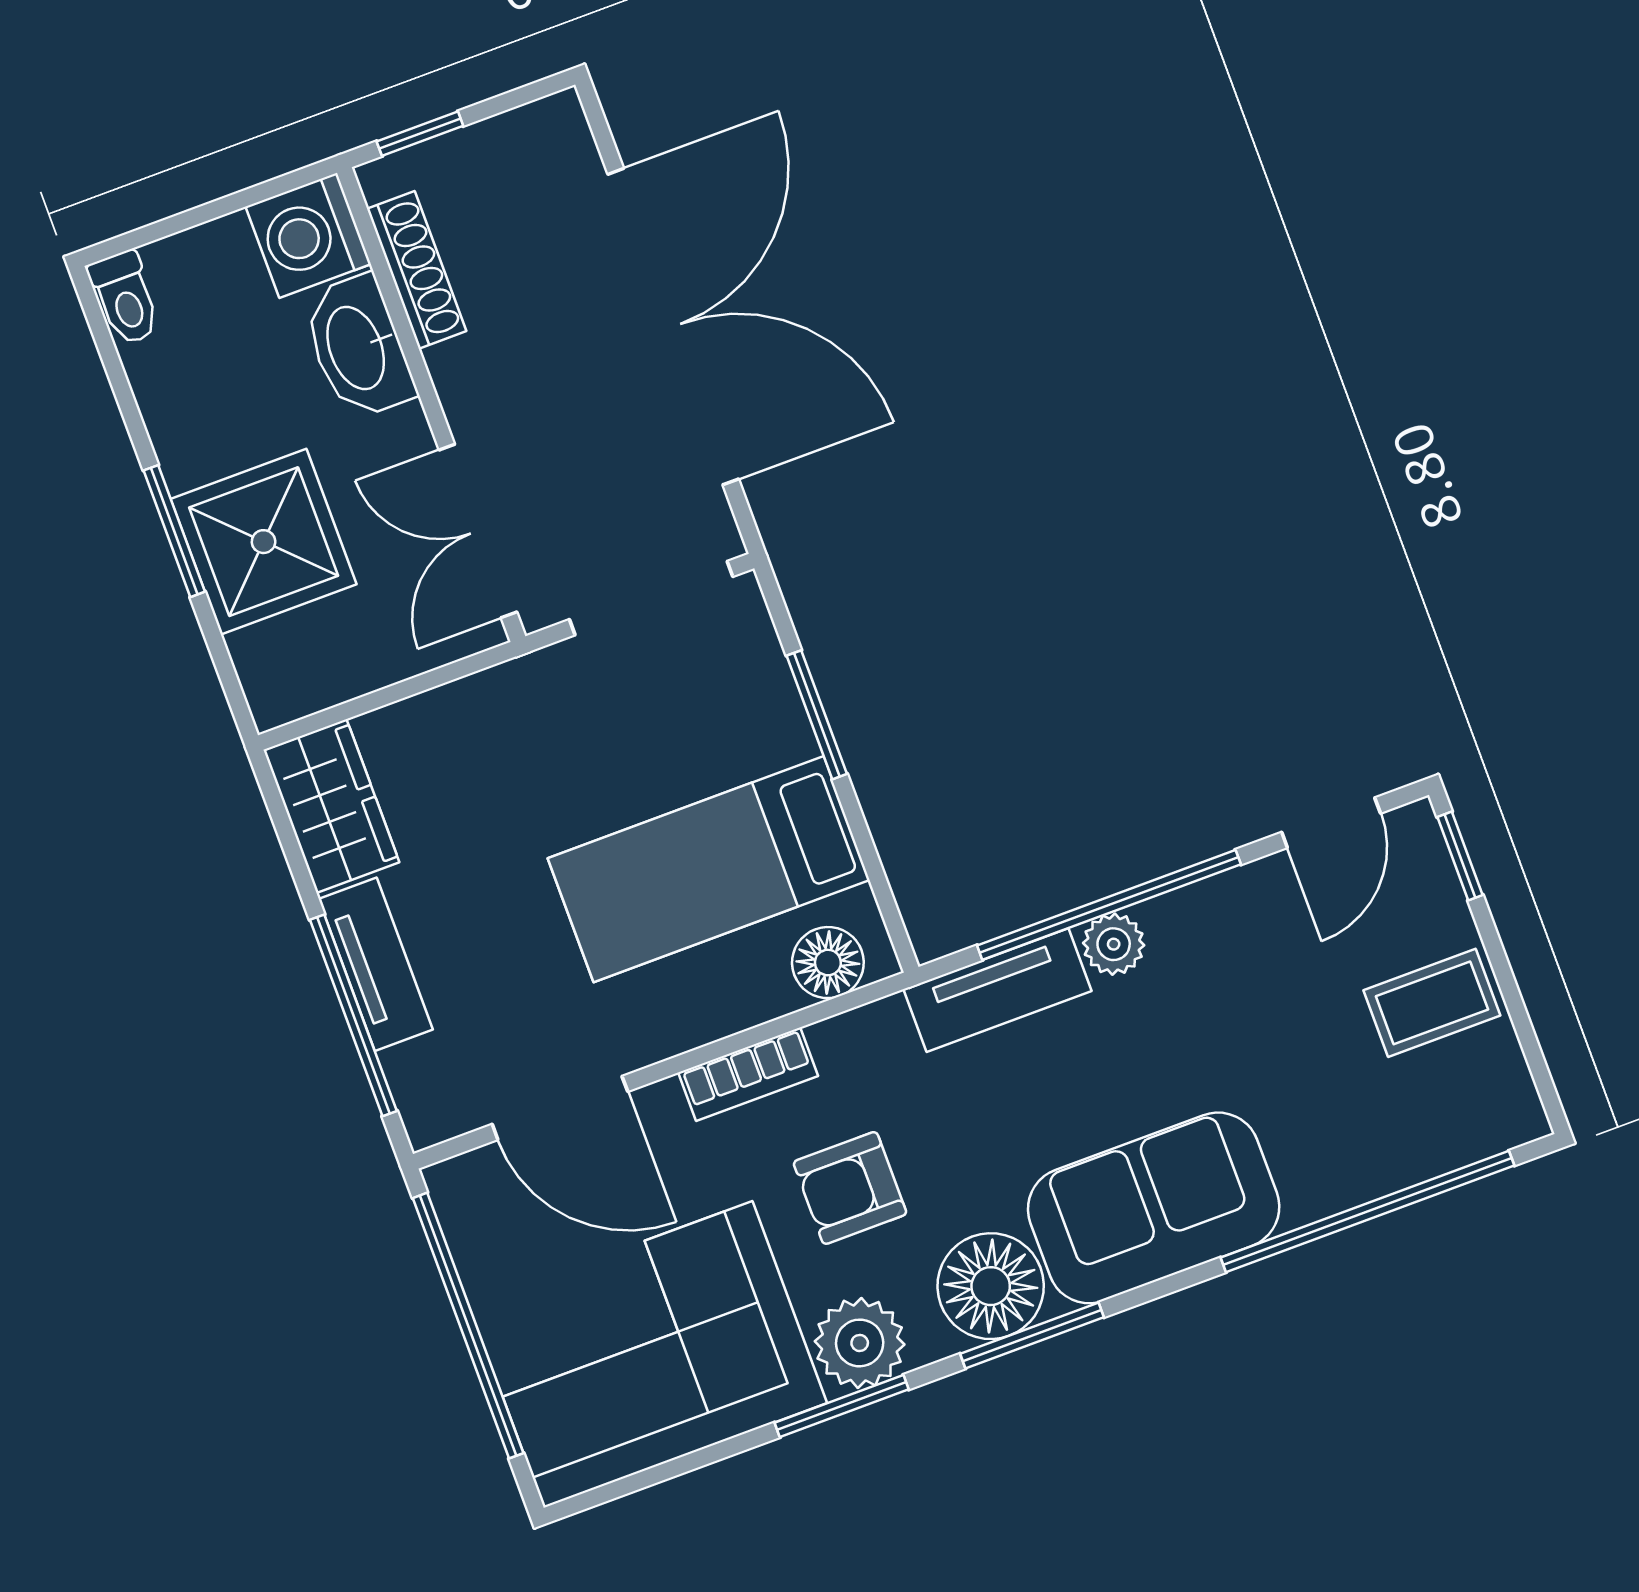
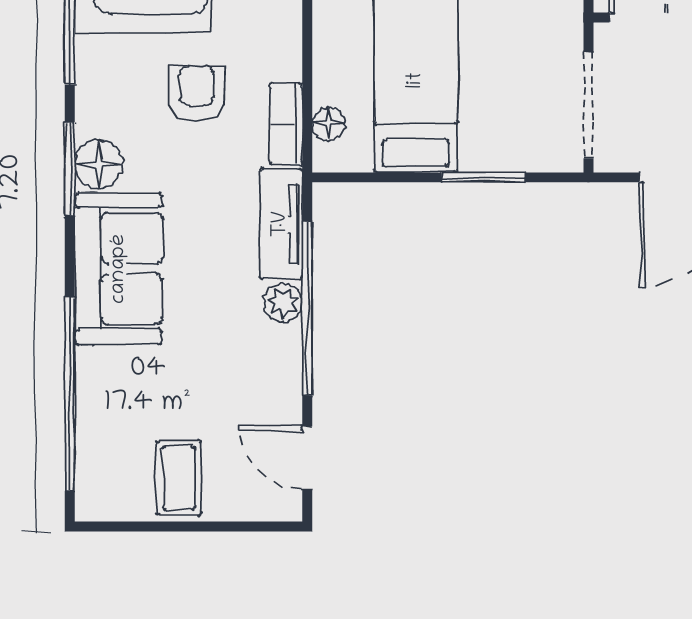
window: (1460, 856) -> (259, 526), removed
floor lamp: (828, 963) -> (328, 124), width x0.73, depth x0.73
bookcase: (748, 1074) -> (286, 124), moved
floor lamp: (991, 1286) -> (99, 164), width x0.73, depth x0.73
plant: (860, 1343) -> (103, 65), removed

